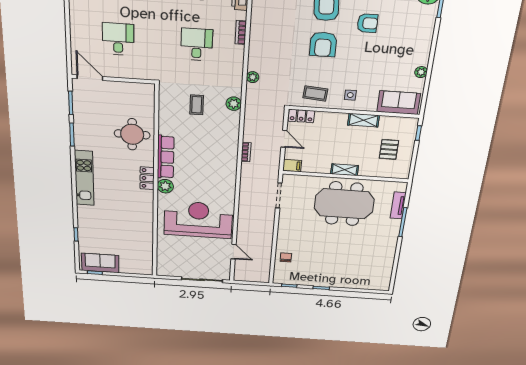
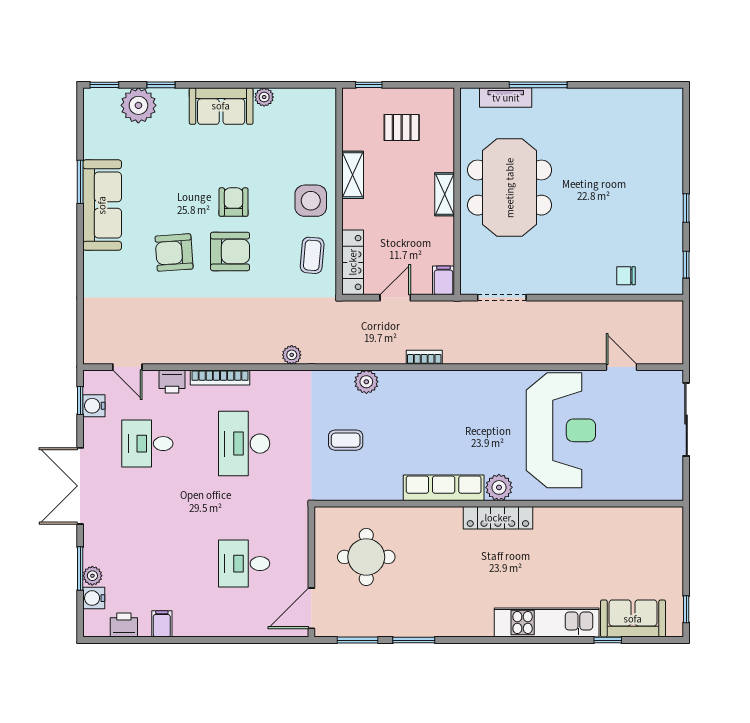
armchair: (367, 23) -> (234, 202), moved
bookcase: (241, 32) -> (220, 377), width x1.56
desk: (197, 44) -> (244, 444), width x1.37
side table: (350, 95) -> (311, 201), width x1.87, depth x1.87
sofa: (399, 103) -> (221, 106), moved, turned -90
plant: (234, 104) -> (366, 382), moved
locker: (301, 116) -> (353, 262), width x1.53
round table: (132, 134) -> (366, 557), moved
kitchen unit: (84, 178) -> (547, 623), moved
locker: (147, 178) -> (498, 518), width x1.53
reception desk: (198, 220) -> (561, 430), turned 180
door: (233, 252) -> (621, 367), hinge flipped
sofa: (100, 263) -> (633, 619), moved, turned 90

